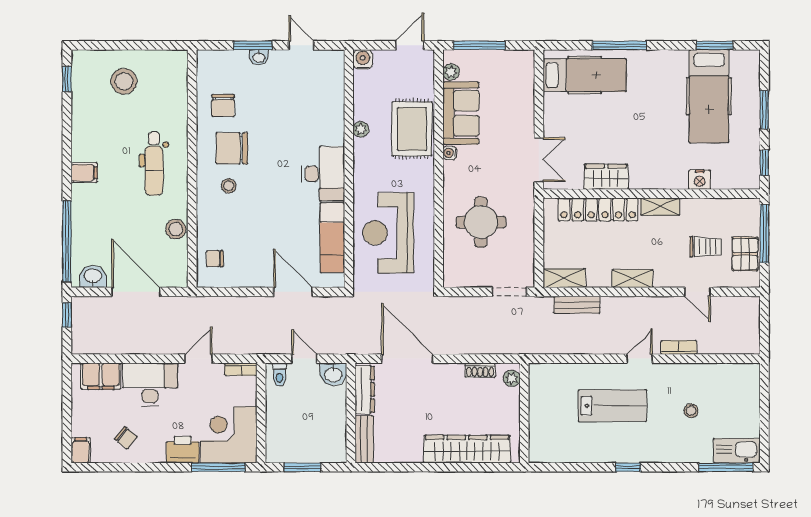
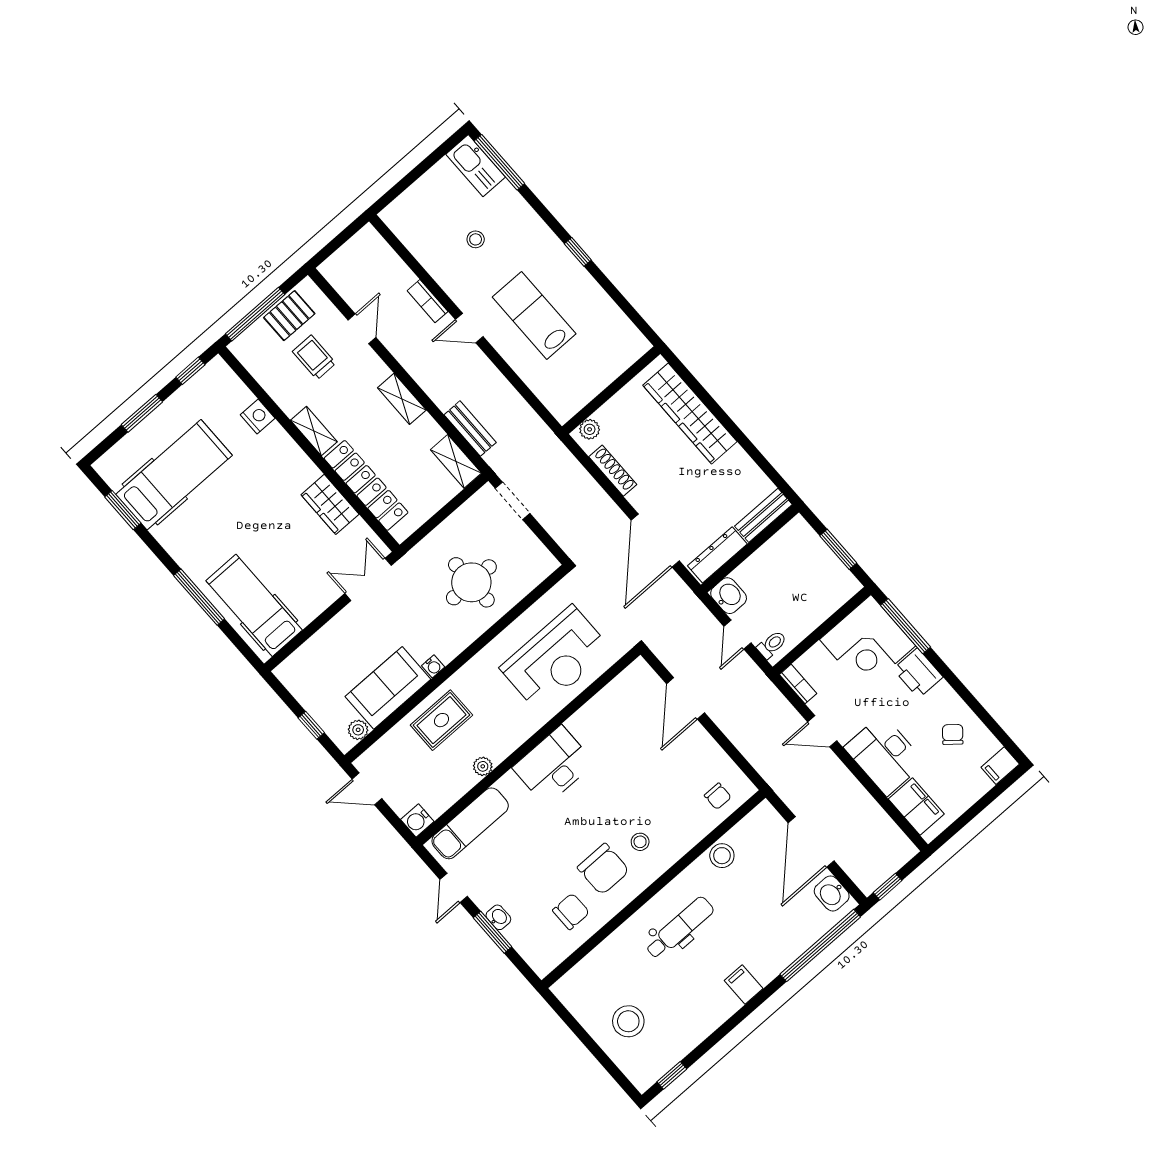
window: (479, 45) -> (311, 725), width x0.46
rug: (412, 129) -> (442, 720), width x0.73, depth x0.70
exam couch: (332, 238) -> (470, 823), moved
shoe rack: (480, 370) -> (613, 471), width x1.43

